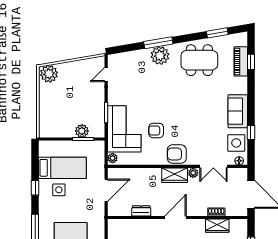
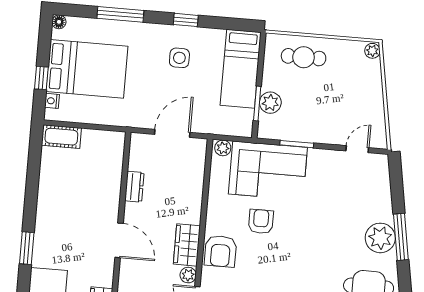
plant: (49, 74) -> (372, 51), width x0.53, depth x0.53
door: (106, 75) -> (357, 149), hinge flipped
cafe table: (52, 113) -> (304, 57), added
armchair: (177, 154) -> (220, 251), turned 180
bed: (62, 168) -> (241, 69), moved
door: (106, 190) -> (172, 133), swing flipped

